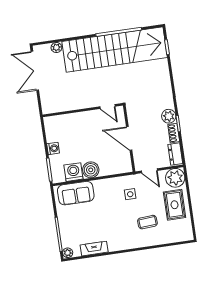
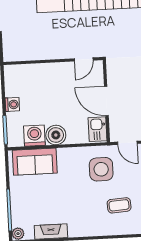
door: (108, 106) -> (84, 59), hinge flipped
kitchen sink: (124, 162) -> (97, 129), added
side table: (130, 194) -> (101, 169), width x1.87, depth x1.87

